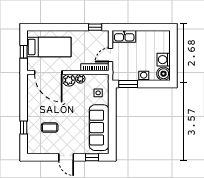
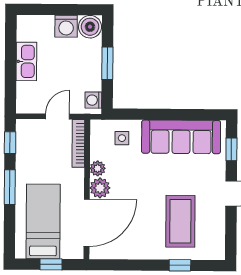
window: (69, 27) -> (10, 187), added
kitchen sink: (124, 36) -> (26, 61), moved
door: (111, 55) -> (58, 117), swing flipped
washing machine: (144, 76) -> (93, 100), moved
window: (128, 84) -> (107, 63), moved
coffee table: (50, 128) -> (180, 221), width x1.86, depth x1.72

